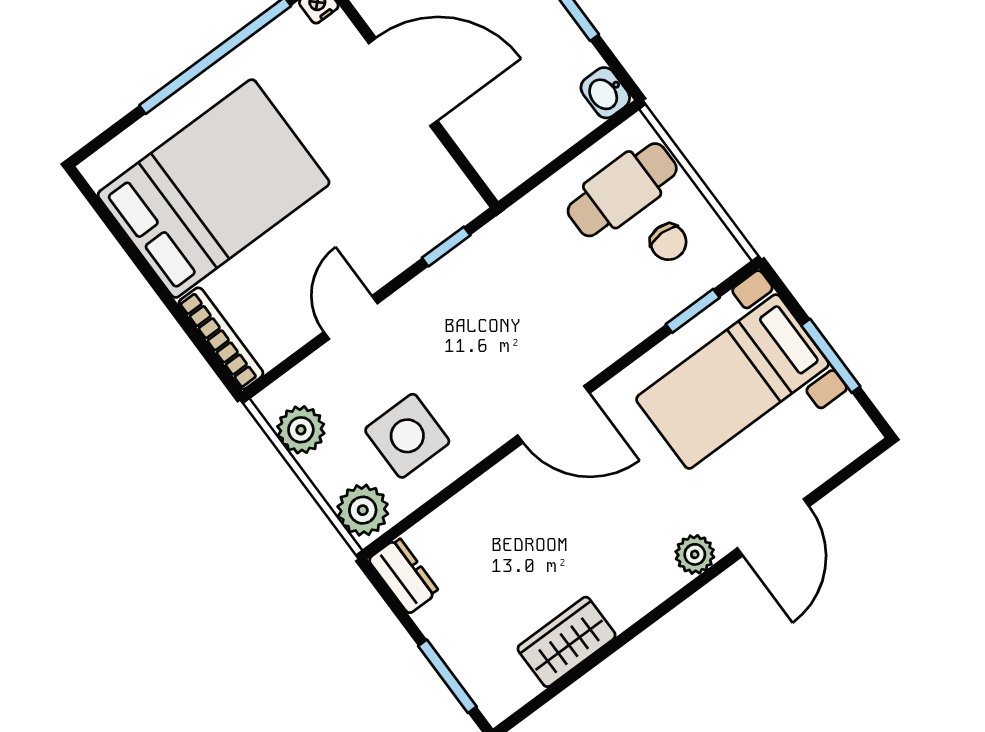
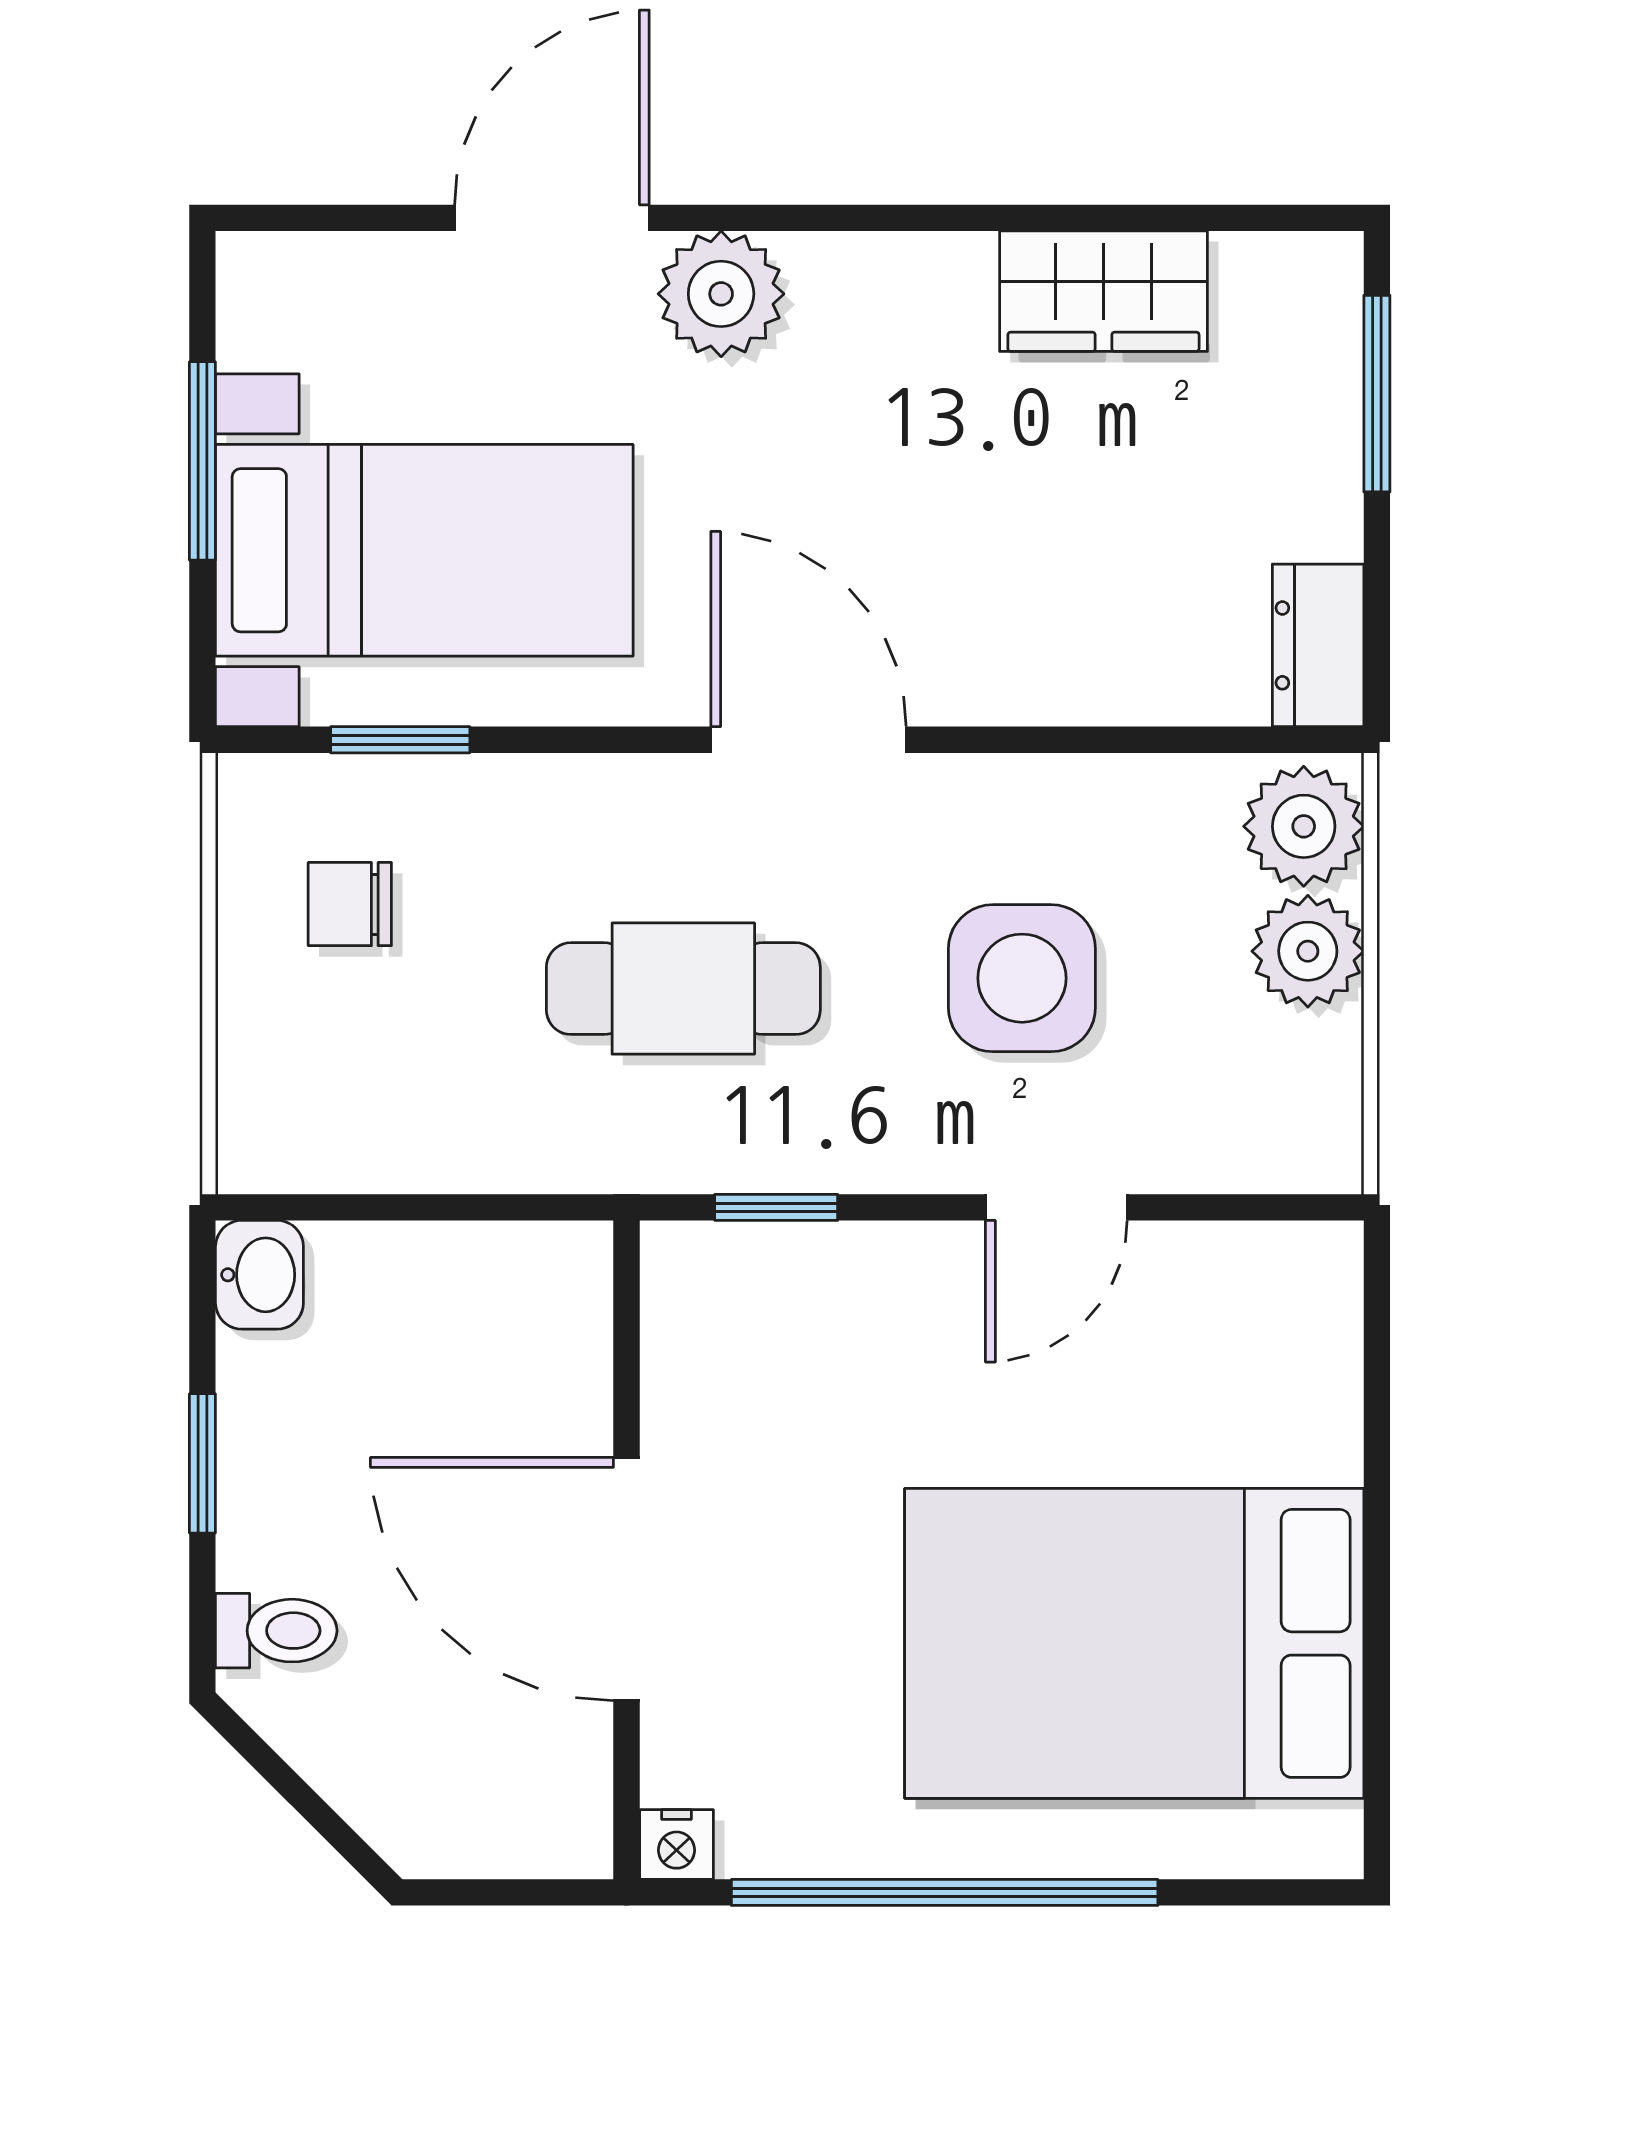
cafe table: (622, 190) -> (683, 989), moved
chair: (668, 242) -> (350, 904), turned -90
bookcase: (221, 338) -> (1331, 1350), removed
plant: (301, 430) -> (1308, 951), moved
side table: (407, 436) -> (1022, 978), moved
plant: (695, 554) -> (721, 294), width x1.38, depth x1.38

